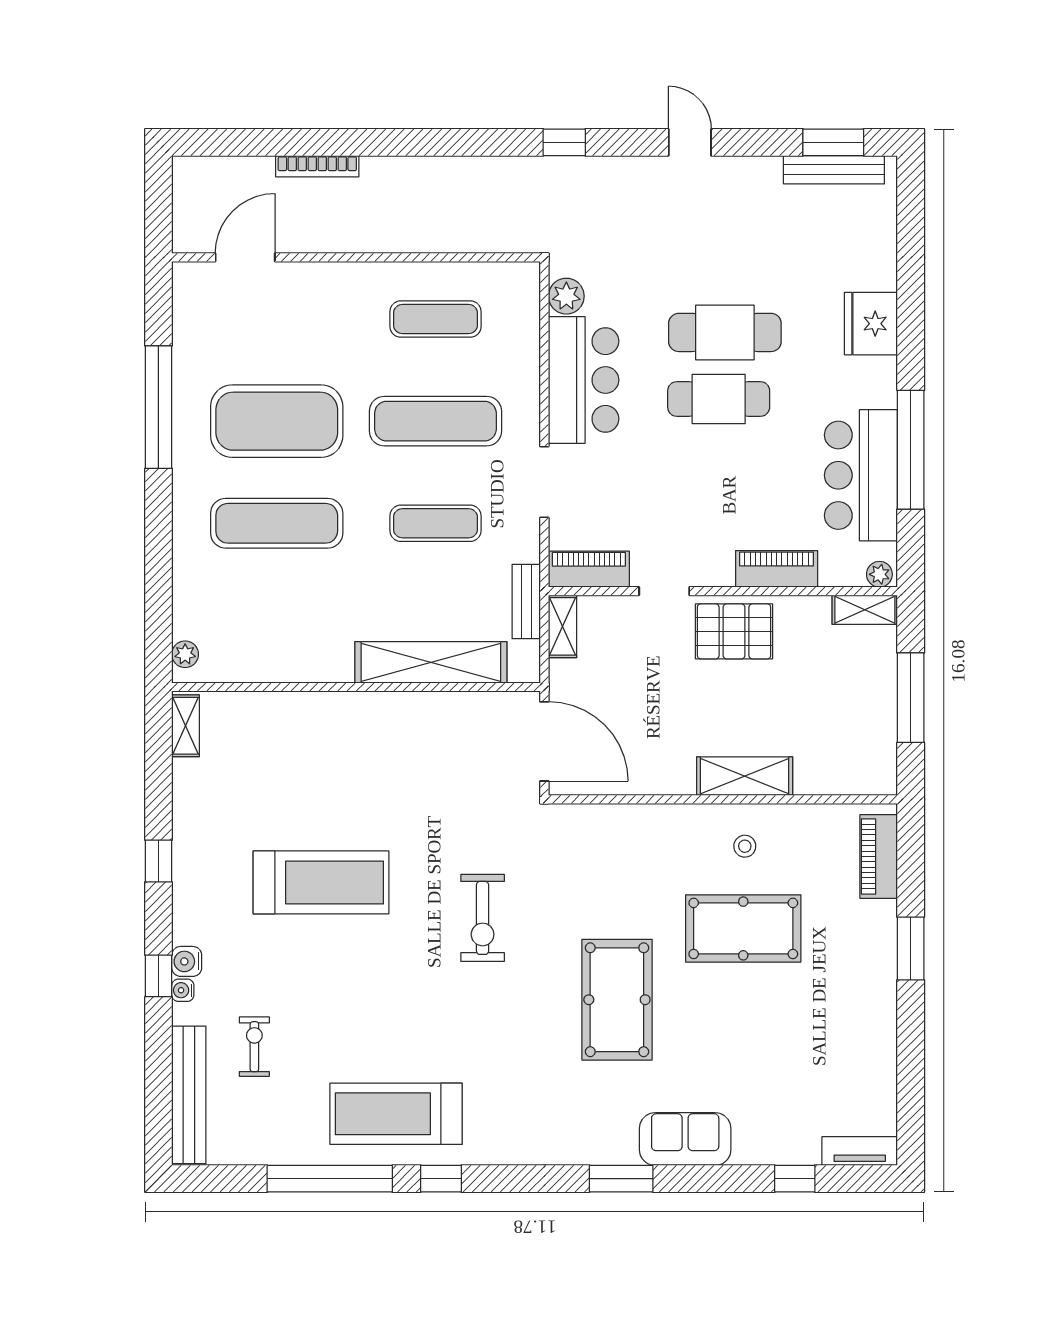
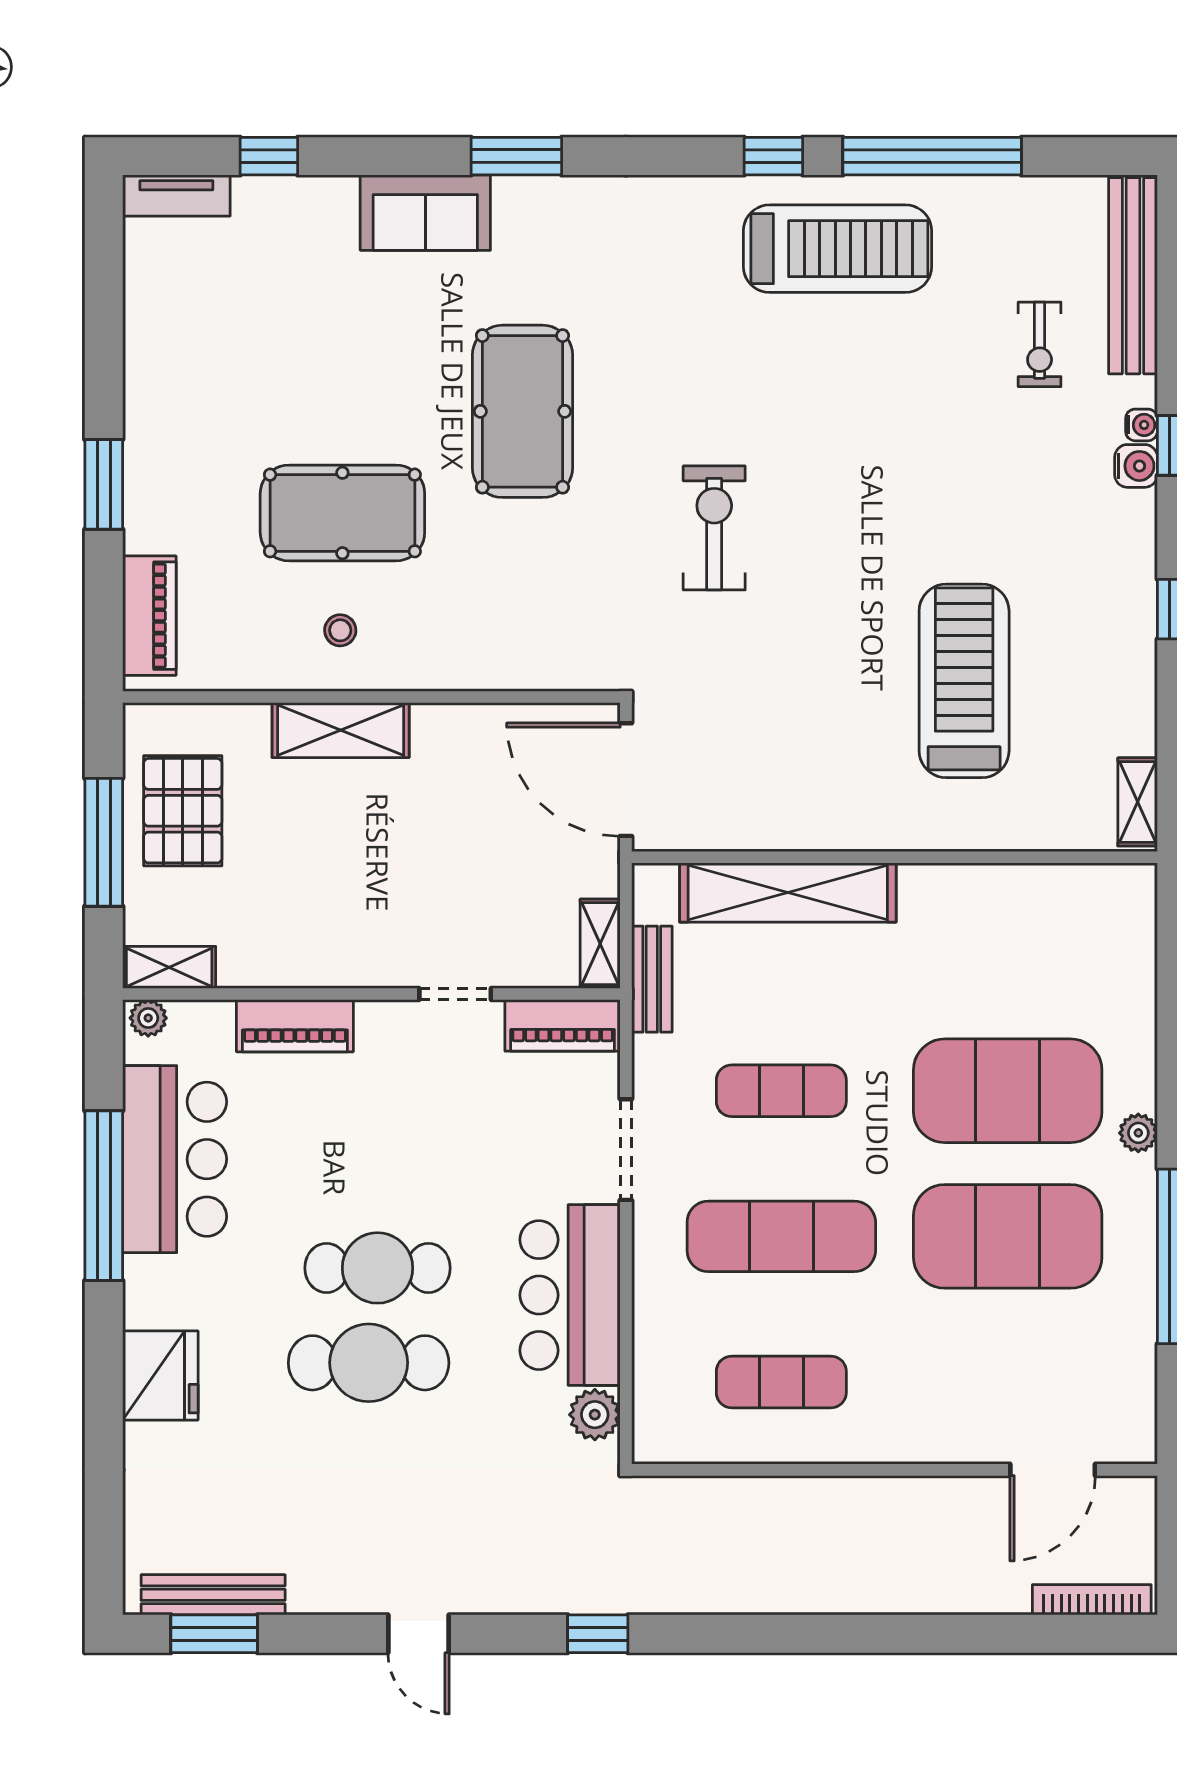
bookcase: (317, 166) -> (1092, 1600), moved
exercise mat: (277, 523) -> (1008, 1091), width x1.47
pallet: (734, 631) -> (183, 811), moved, turned 90
plant: (185, 654) -> (1138, 1133), moved
treadmill: (321, 882) -> (964, 681), moved, turned 90

